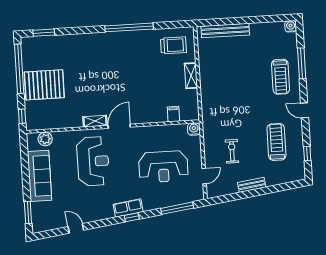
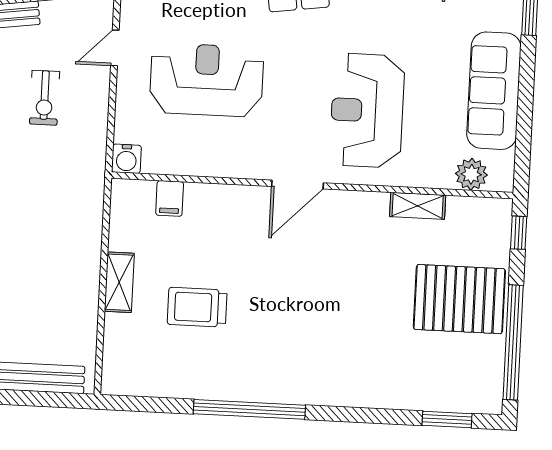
trolley: (173, 45) -> (197, 307), moved
shelving: (95, 121) -> (418, 206), moved

